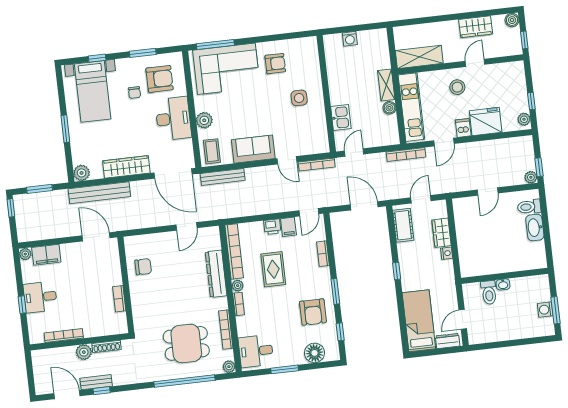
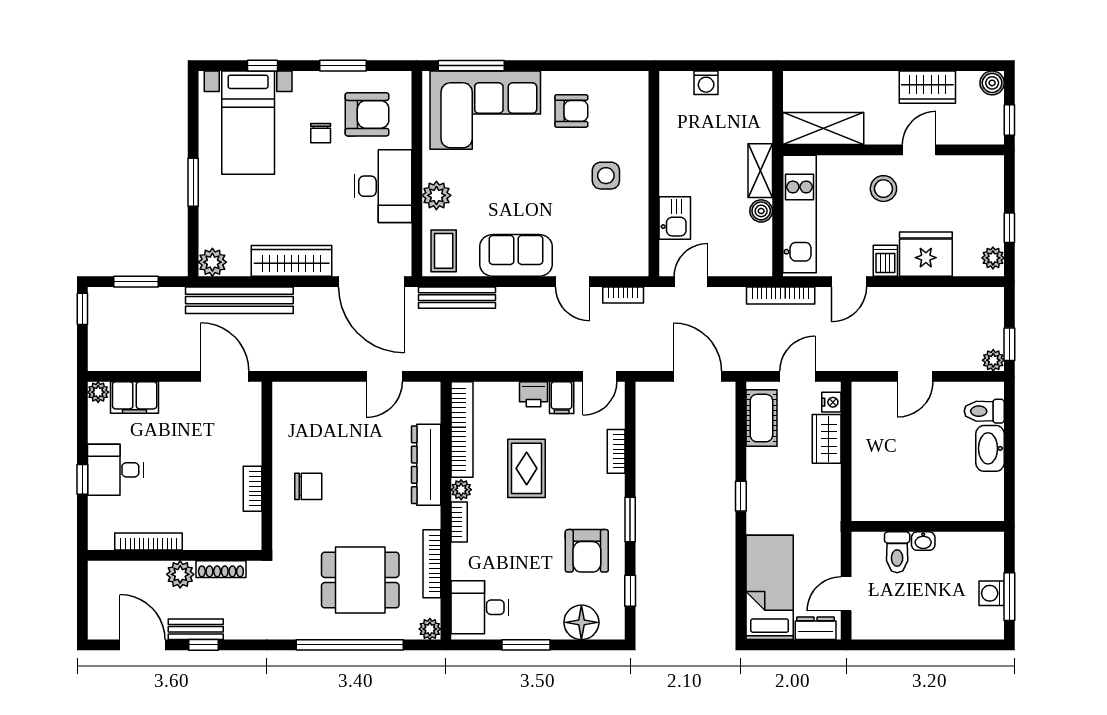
bookcase: (317, 165) -> (623, 295), width x0.64
nightstand: (447, 253) -> (831, 402), moved
chair: (143, 267) -> (308, 486), moved

